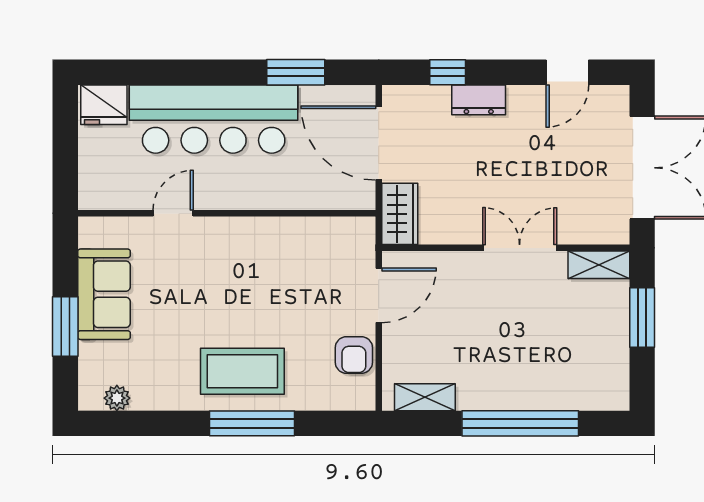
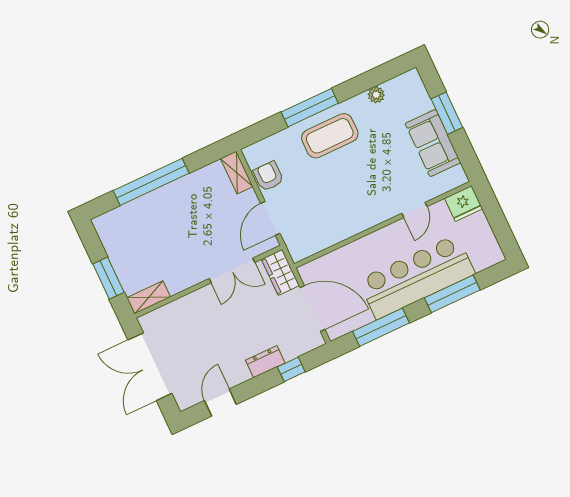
window: (175, 72) -> (452, 294), added
window: (296, 72) -> (381, 327), width x1.44
fridge: (104, 105) -> (464, 203), moved, turned 180
double door: (520, 248) -> (232, 271), moved
shelving: (425, 397) -> (237, 173), moved, turned 90
plant: (117, 398) -> (376, 95), moved

